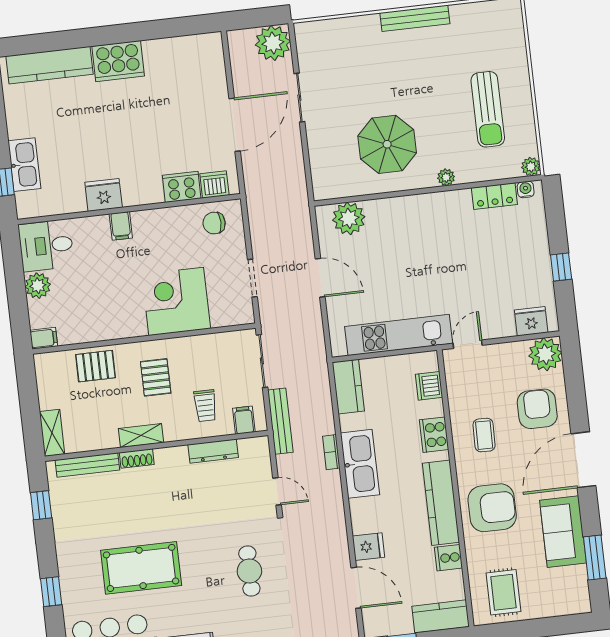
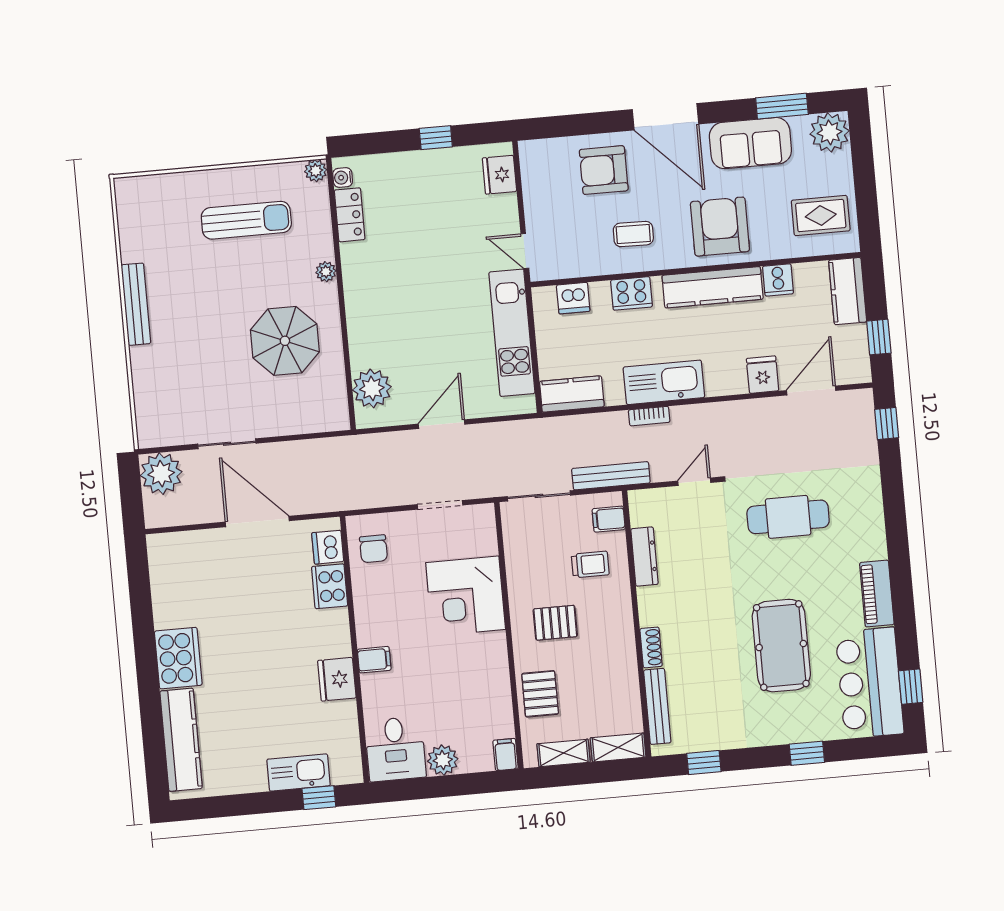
plant: (545, 354) -> (830, 132), moved
shelving: (141, 436) -> (564, 753), moved, turned 90
cafe table: (249, 571) -> (788, 517), width x1.37, depth x1.35

